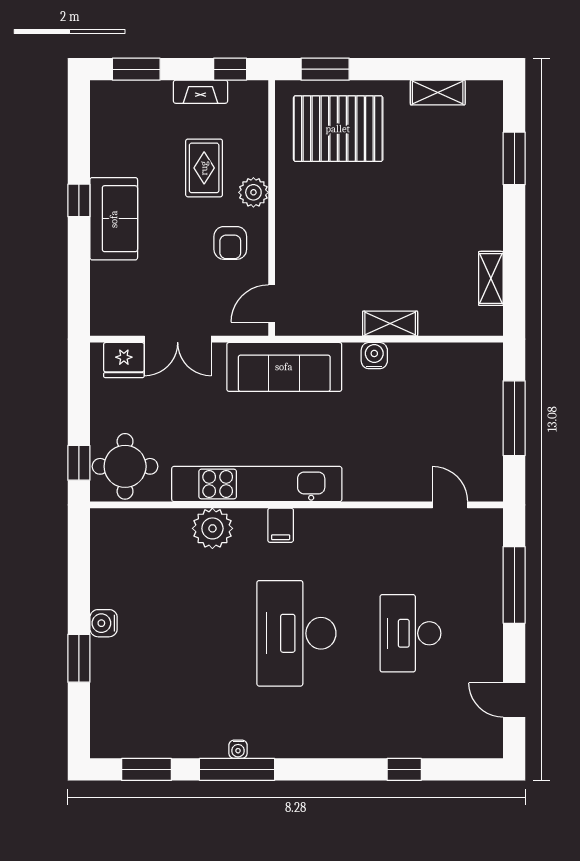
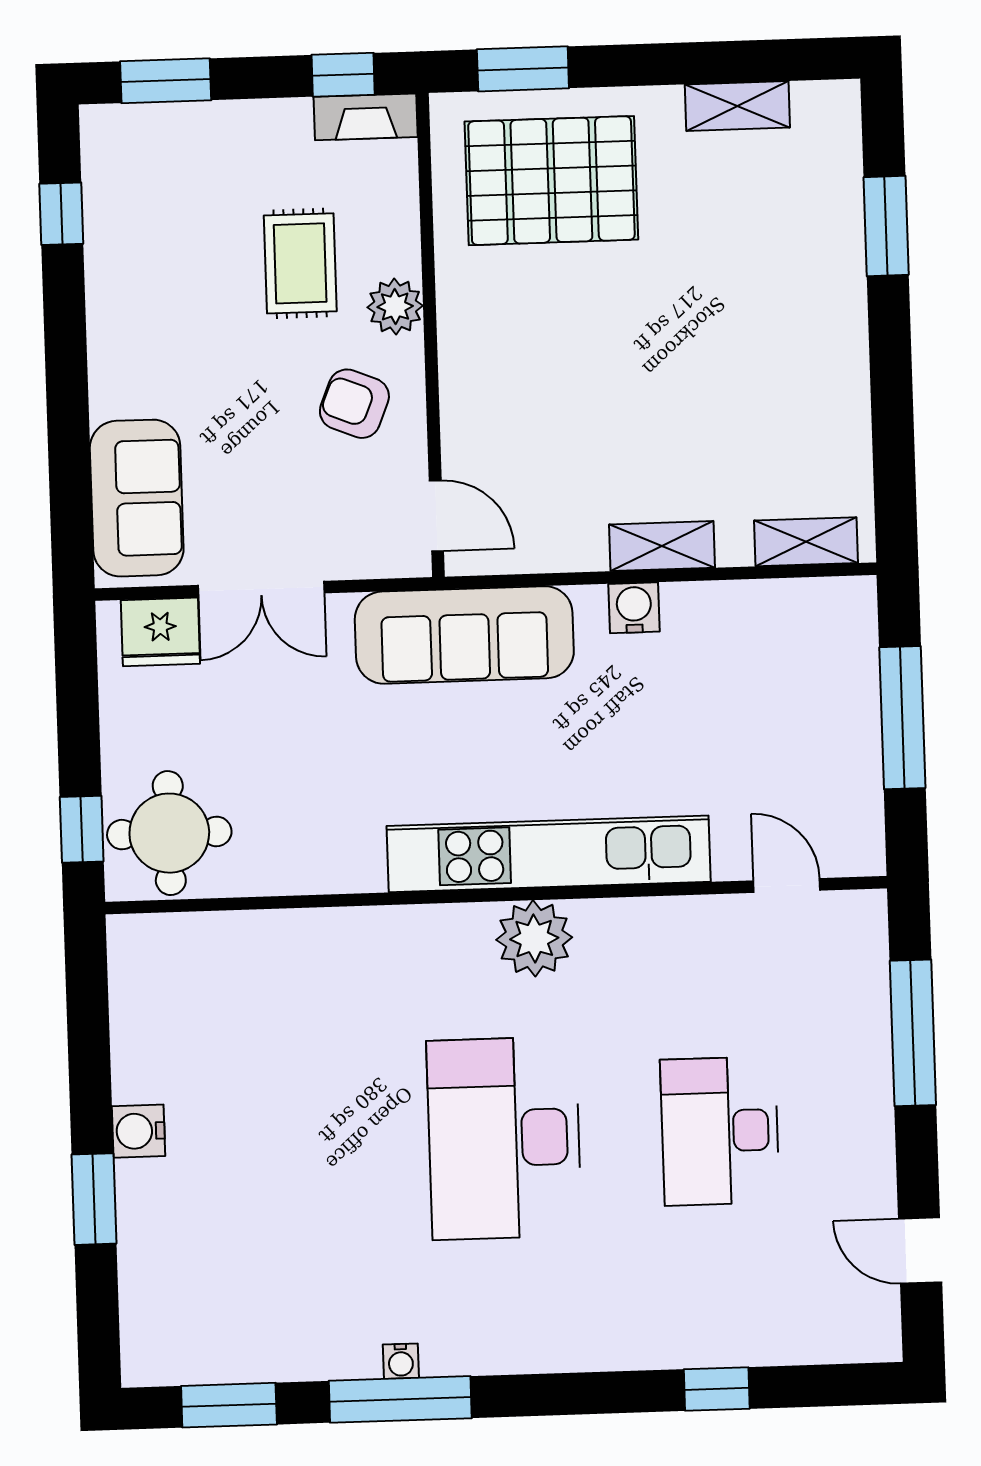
fireplace: (200, 92) -> (366, 117), moved
window: (79, 200) -> (61, 214), moved
sofa: (114, 219) -> (137, 498), moved
armchair: (230, 243) -> (354, 404), turned 112
shelving: (491, 278) -> (806, 542), moved, turned 90
door: (272, 304) -> (436, 516), swing flipped
kitchen unit: (257, 484) -> (549, 854), moved
filing cabinet: (281, 525) -> (467, 935), removed
plant: (212, 528) -> (534, 938), moved

